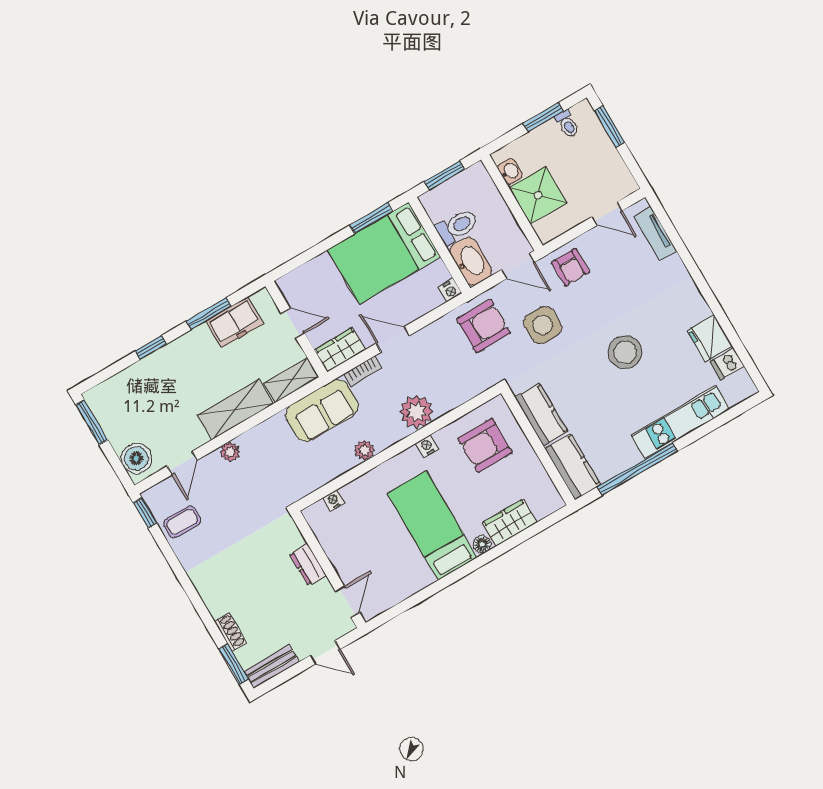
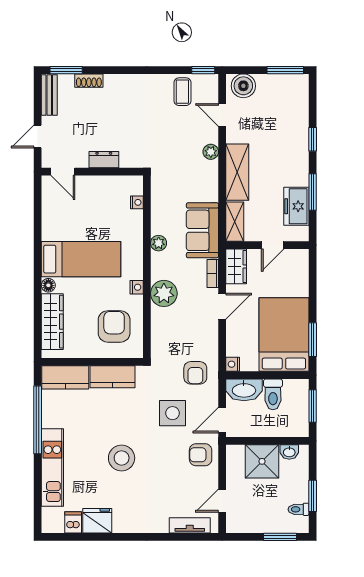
armchair: (484, 326) -> (195, 373), width x0.72, depth x0.72
wardrobe: (509, 523) -> (52, 322), width x1.50

